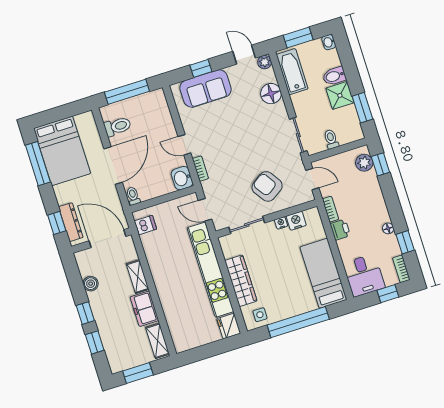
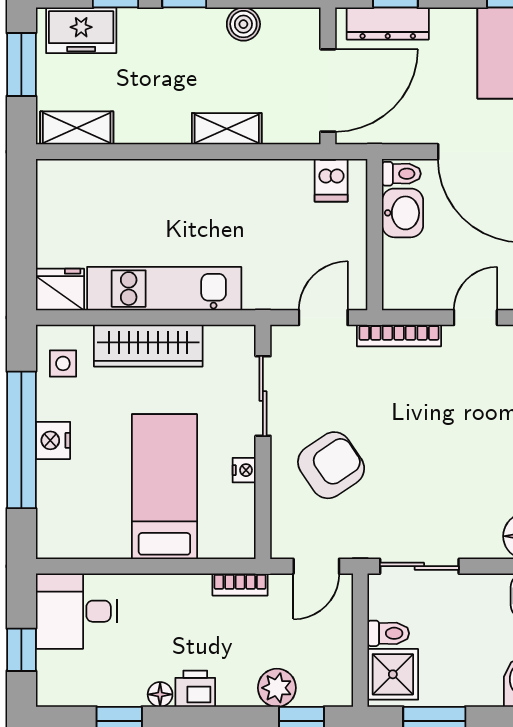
shower: (340, 95) -> (393, 674), moved
plant: (364, 163) -> (277, 688), moved
bookcase: (200, 169) -> (399, 336), width x1.56
washbasin: (182, 178) -> (403, 213), moved, turned 90
nightstand: (296, 221) -> (53, 440), moved, turned 180
printer: (340, 230) -> (195, 689), moved, turned 180
bookcase: (401, 269) -> (65, 695), removed
kitchen unit: (210, 270) -> (164, 289), width x0.73
bed: (323, 273) -> (164, 487), moved, turned -90
freezer: (144, 309) -> (81, 30), moved, turned 180

